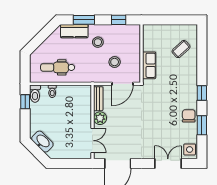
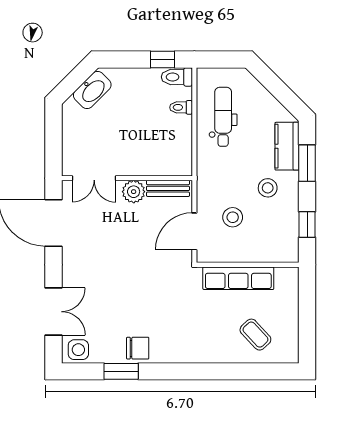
row of seats: (149, 65) -> (238, 278), width x1.48
door: (123, 84) -> (194, 231), hinge flipped
window: (202, 93) -> (178, 371), removed

